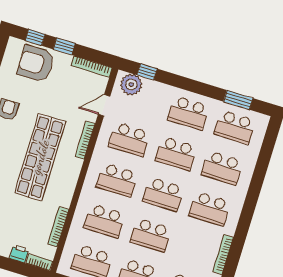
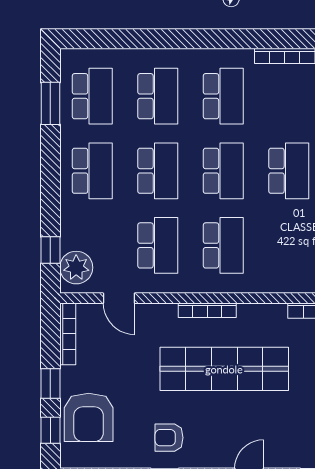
bookcase: (85, 140) -> (207, 310), moved
school desk: (104, 221) -> (289, 245), removed

